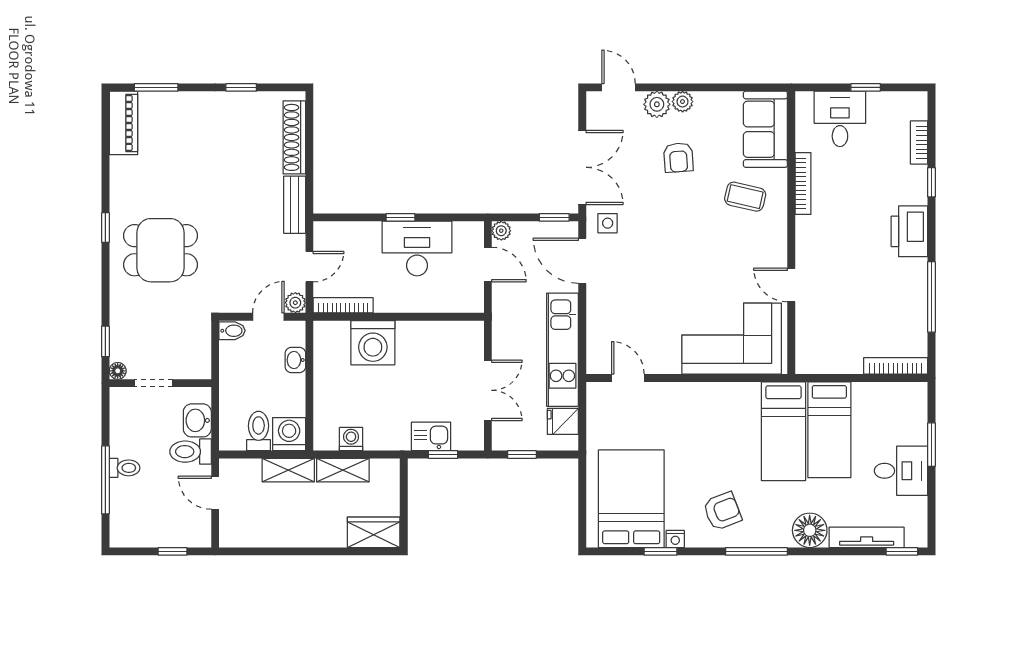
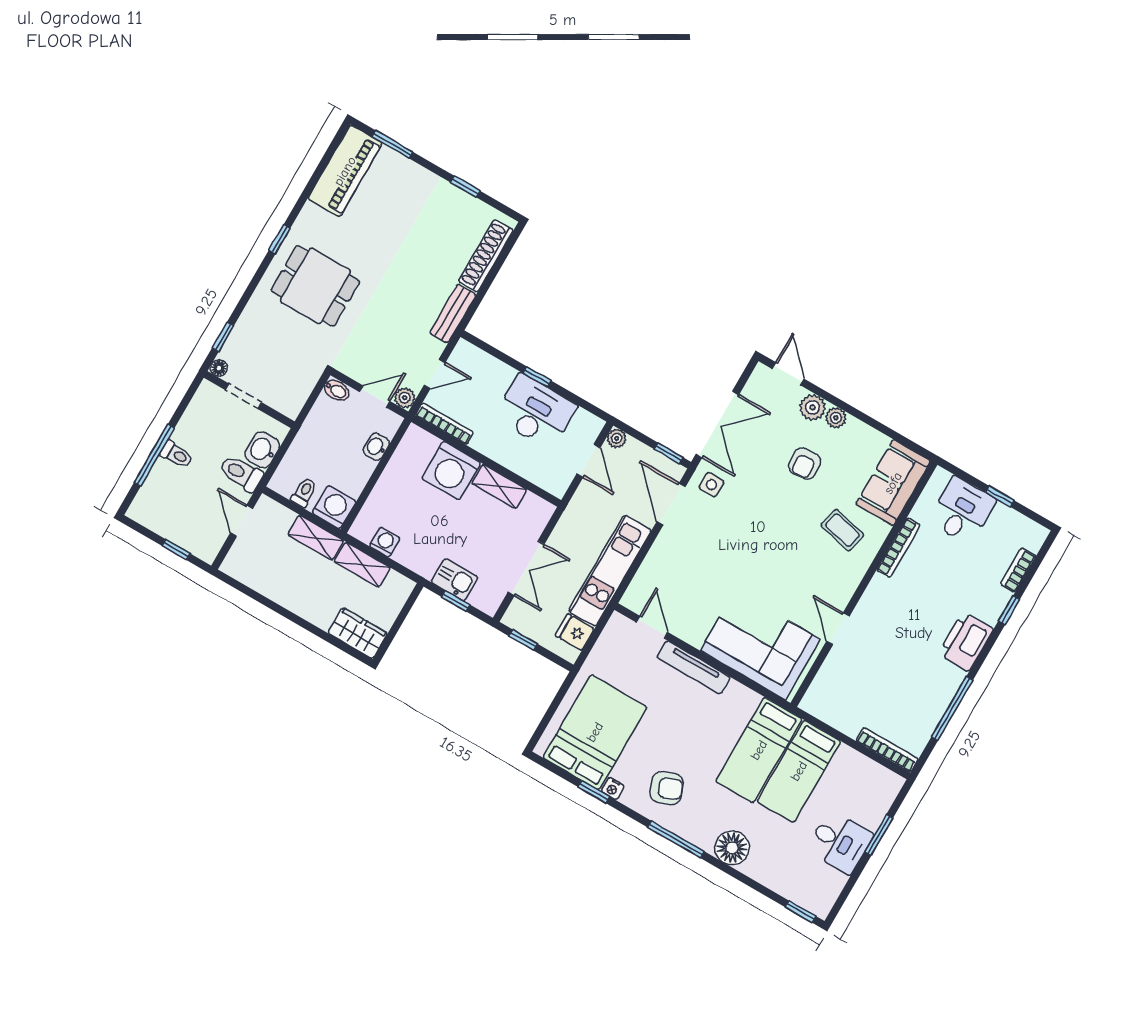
piano: (123, 123) -> (345, 171), width x1.37, depth x1.33
shelving: (423, 332) -> (499, 486), added
toilet: (259, 431) -> (304, 492), width x0.73, depth x0.72
tv unit: (867, 537) -> (694, 667), moved, turned 180

